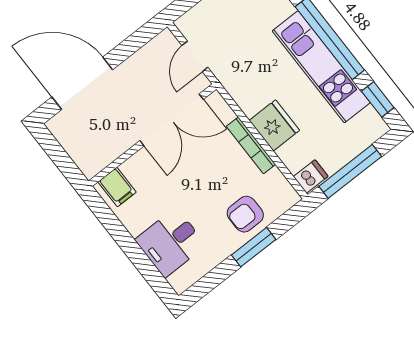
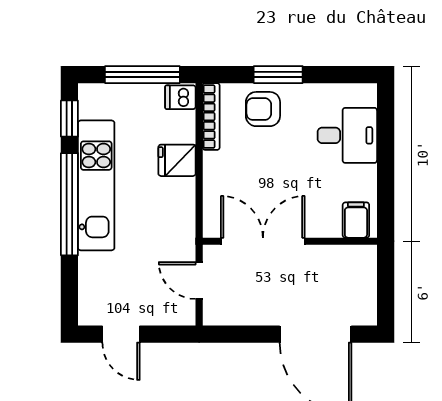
door: (195, 56) -> (199, 280), swing flipped
fridge: (274, 125) -> (177, 160), width x0.72
bookcase: (251, 145) -> (211, 117), moved
armchair: (245, 214) -> (263, 109), turned 180

